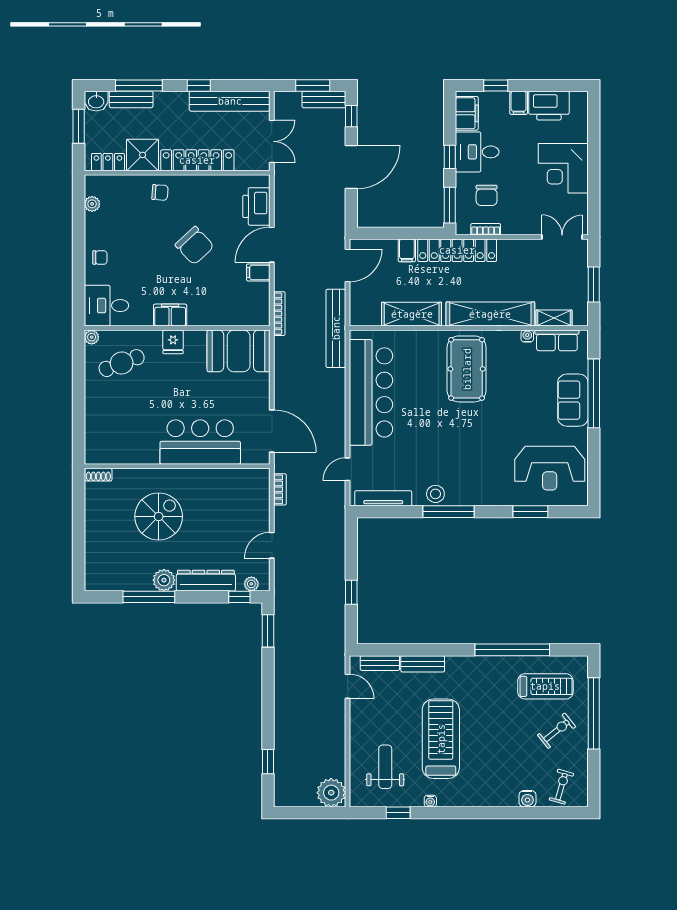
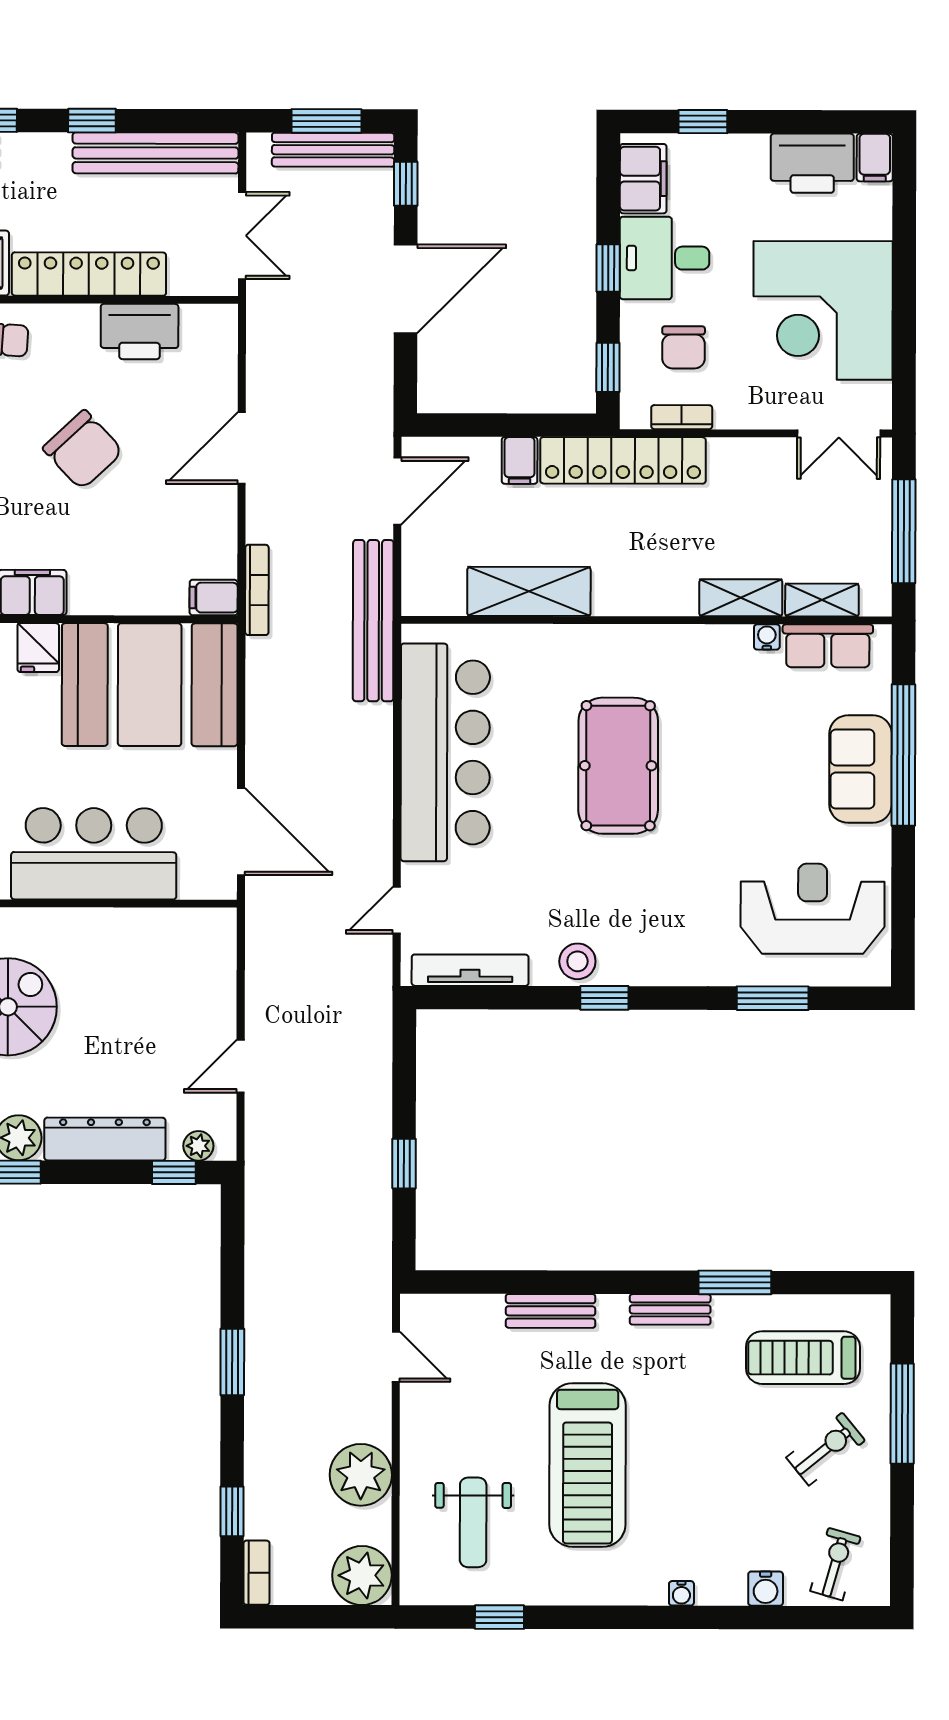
bench: (324, 100) -> (333, 150), width x1.36
filing cabinet: (519, 103) -> (875, 158), moved
corner desk: (563, 168) -> (823, 310), width x1.36, depth x1.36
window: (450, 205) -> (608, 367), width x0.67
printer: (256, 206) -> (140, 332), moved, turned -90
double door: (562, 237) -> (839, 433), swing flipped
filing cabinet: (258, 272) -> (214, 598), moved
window: (594, 284) -> (904, 531), width x1.44
shelving: (490, 314) -> (741, 598), width x0.45, depth x0.75
booth: (239, 351) -> (150, 685), width x1.36, depth x1.42
pool table: (467, 369) -> (618, 766), moved
reception desk: (550, 468) -> (813, 909), turned 180
bookcase: (280, 489) -> (257, 1573), moved
window: (449, 512) -> (604, 998), width x0.46
window: (268, 631) -> (232, 1362), moved
window: (512, 650) -> (735, 1282), width x0.47
bench: (380, 663) -> (670, 1309), moved
treadmill: (545, 686) -> (803, 1358), turned 180
window: (594, 713) -> (902, 1414), width x0.68
treadmill: (441, 739) -> (588, 1465), turned 180
plant: (331, 744) -> (361, 1475), added
weight bench: (385, 767) -> (473, 1522), turned 180
water cooler: (430, 801) -> (681, 1593), moved

